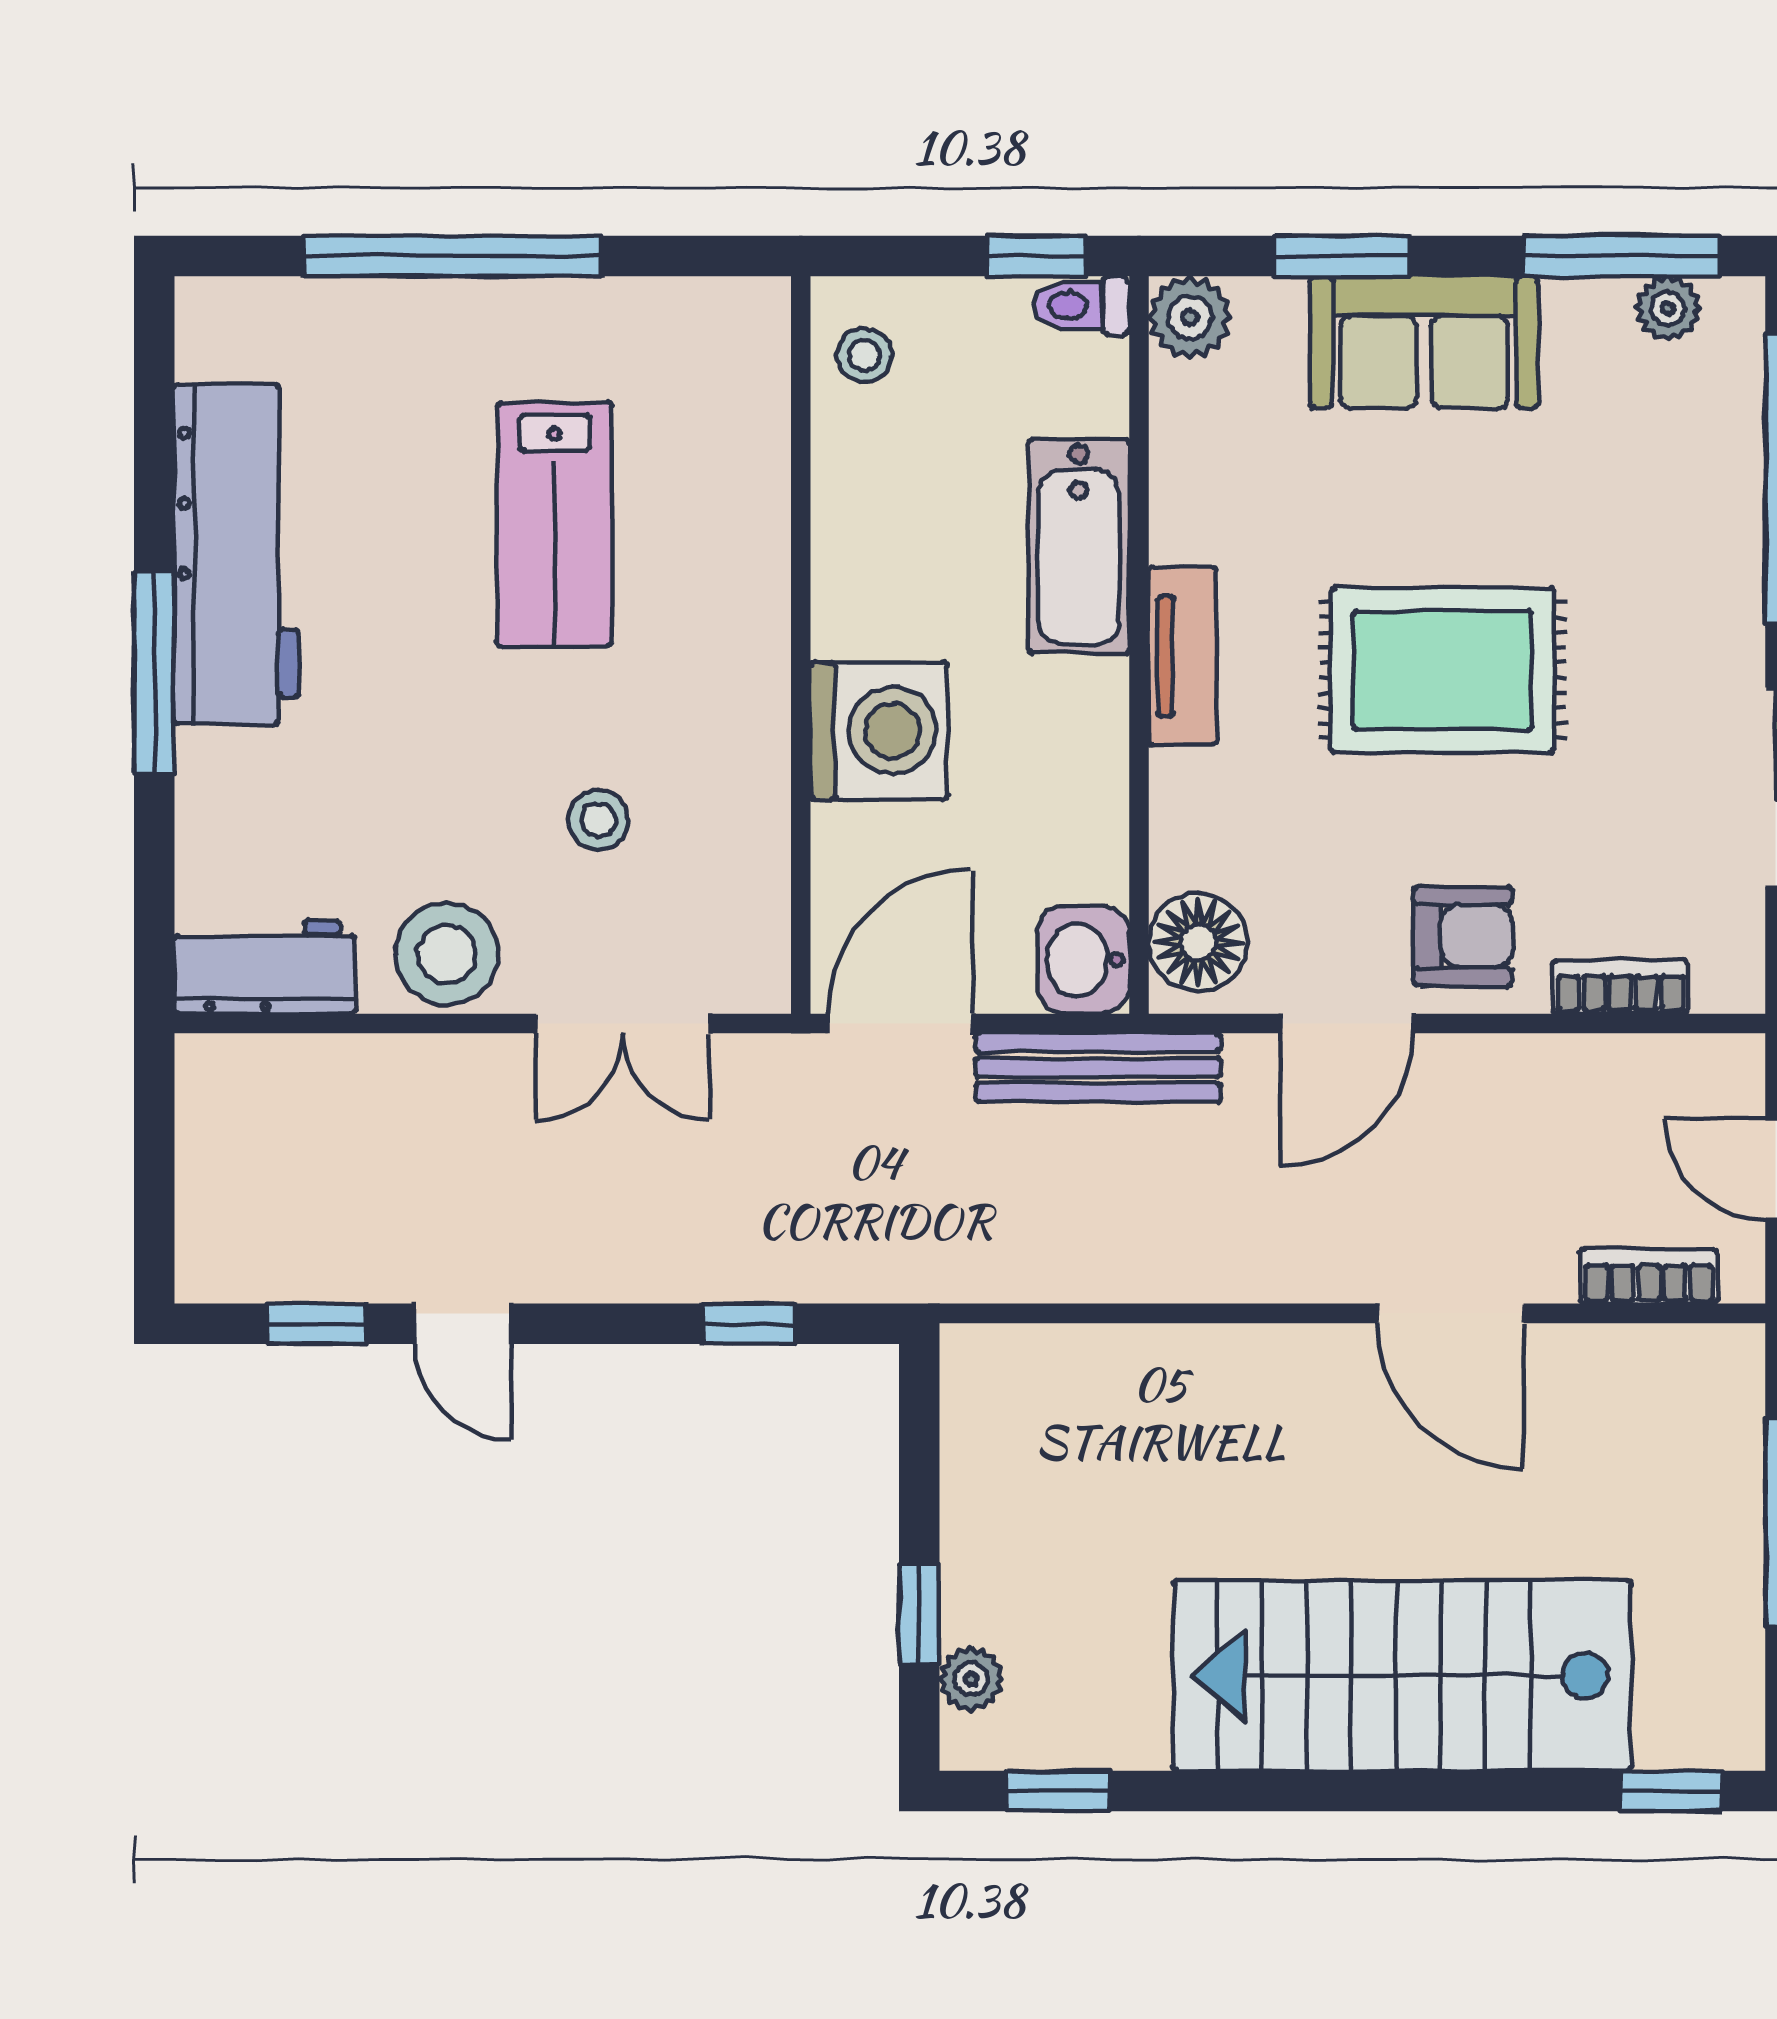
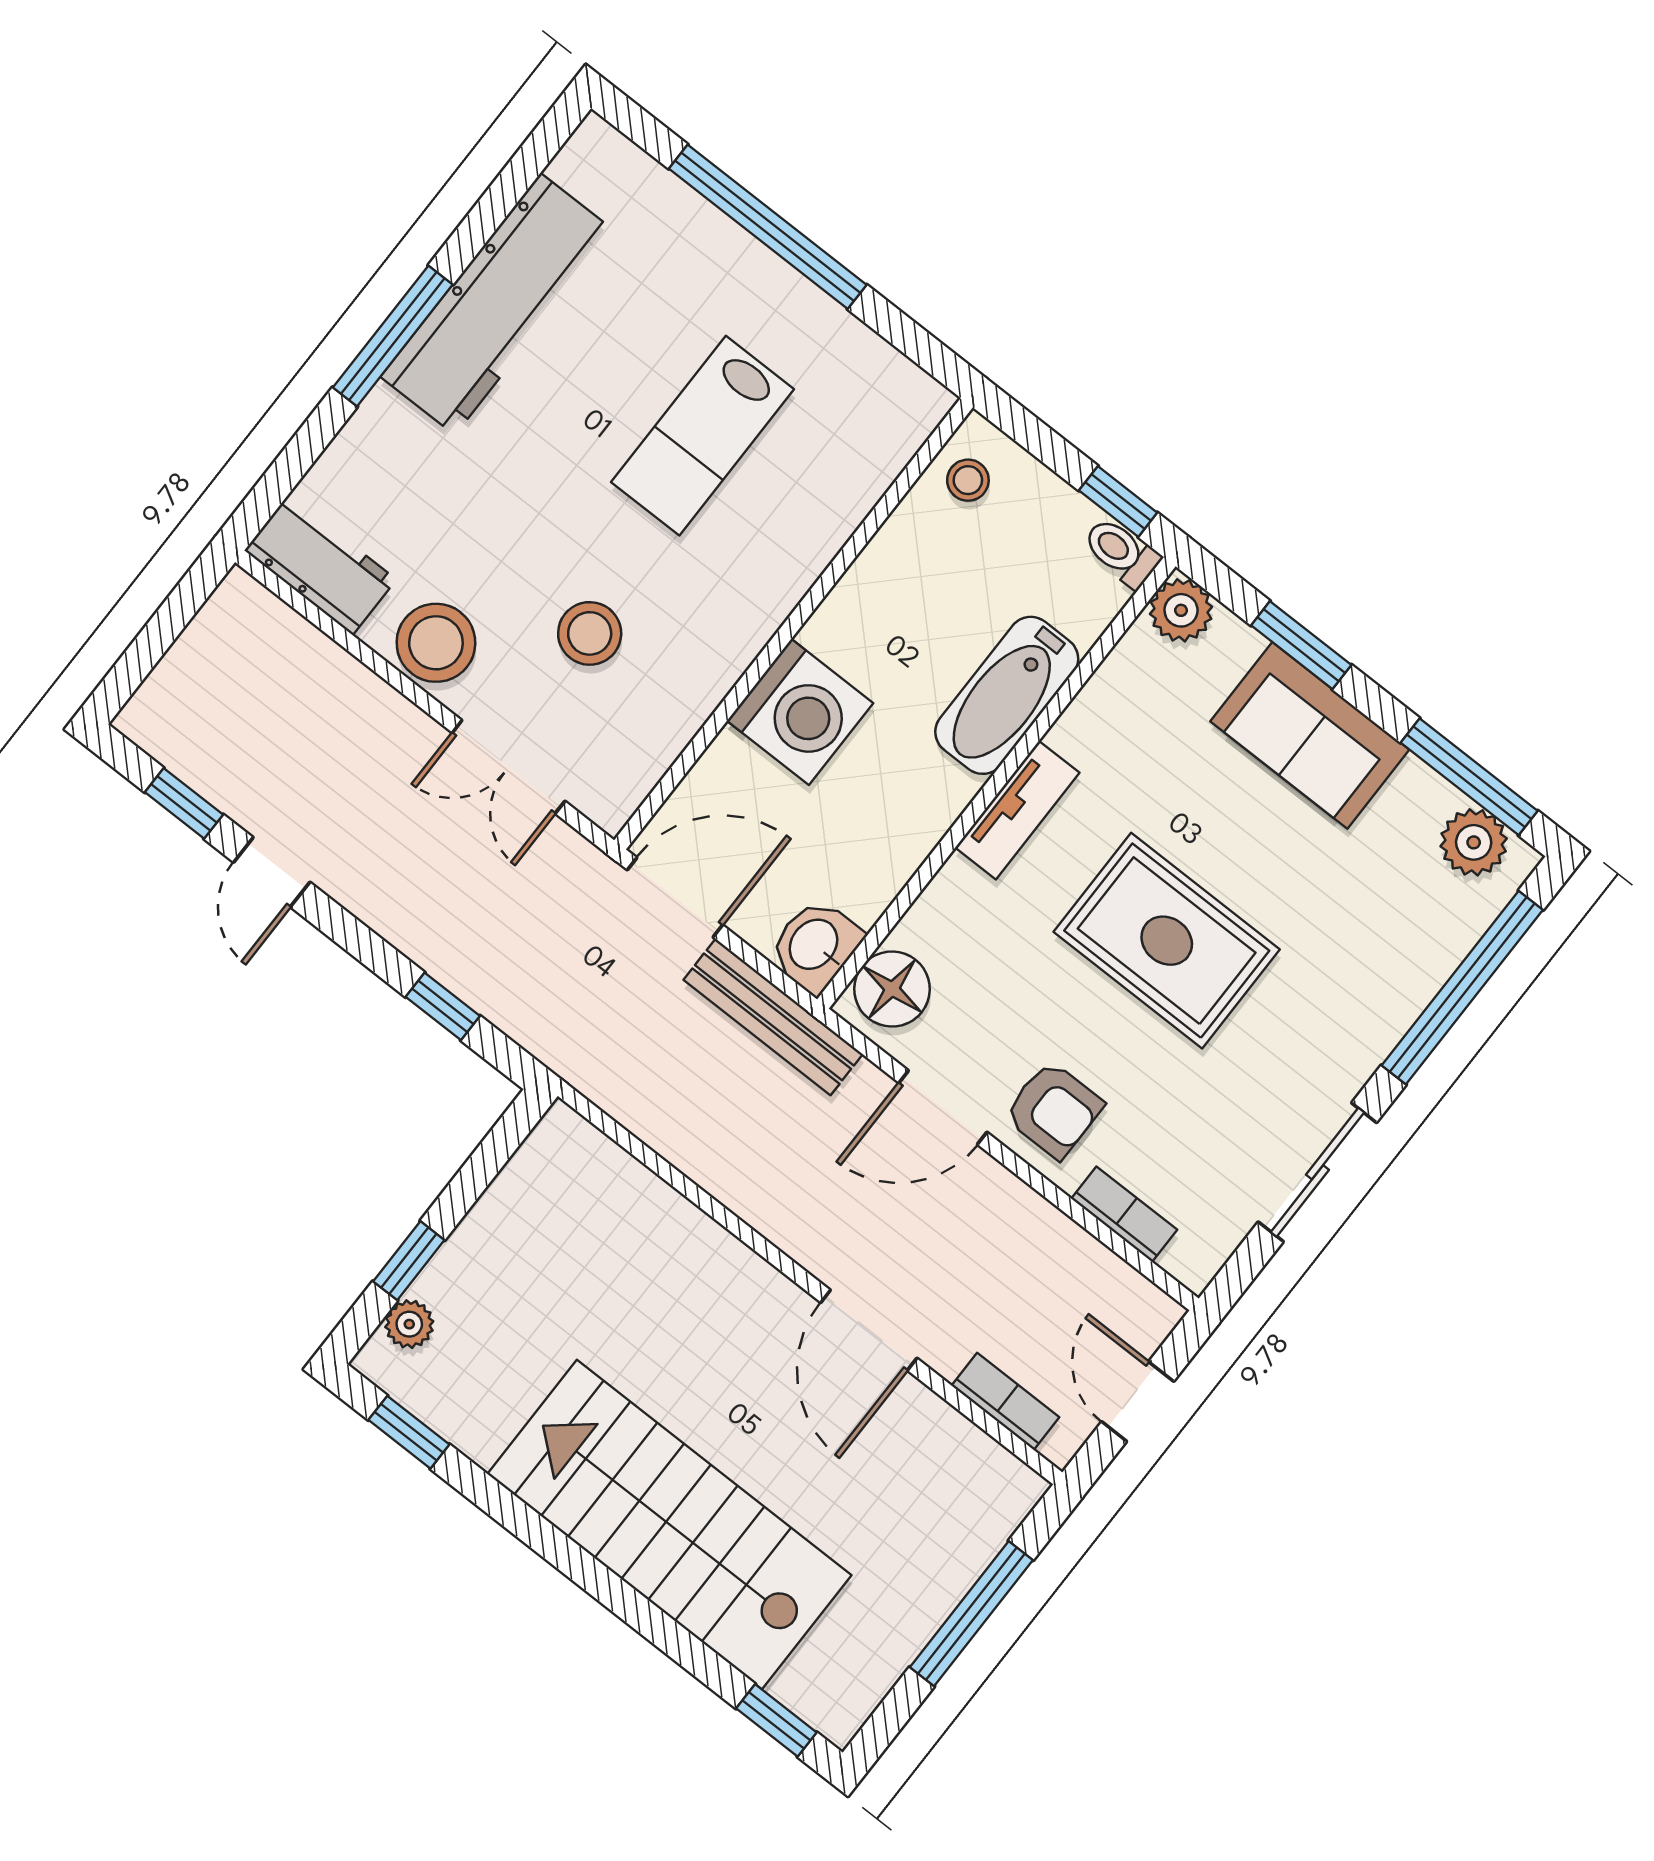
plant: (1668, 308) -> (1474, 842), width x1.38, depth x1.38
stool: (598, 820) -> (590, 633), width x1.37, depth x1.37

